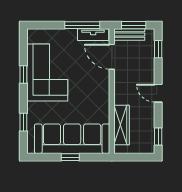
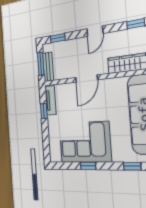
window: (82, 25) -> (44, 111), width x0.46
door: (112, 57) -> (87, 79), moved

